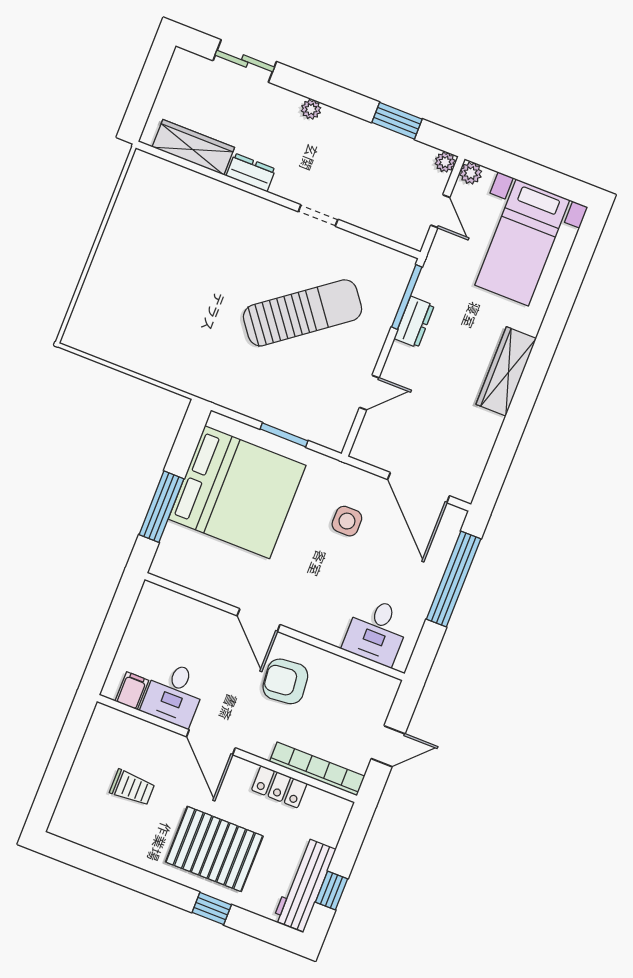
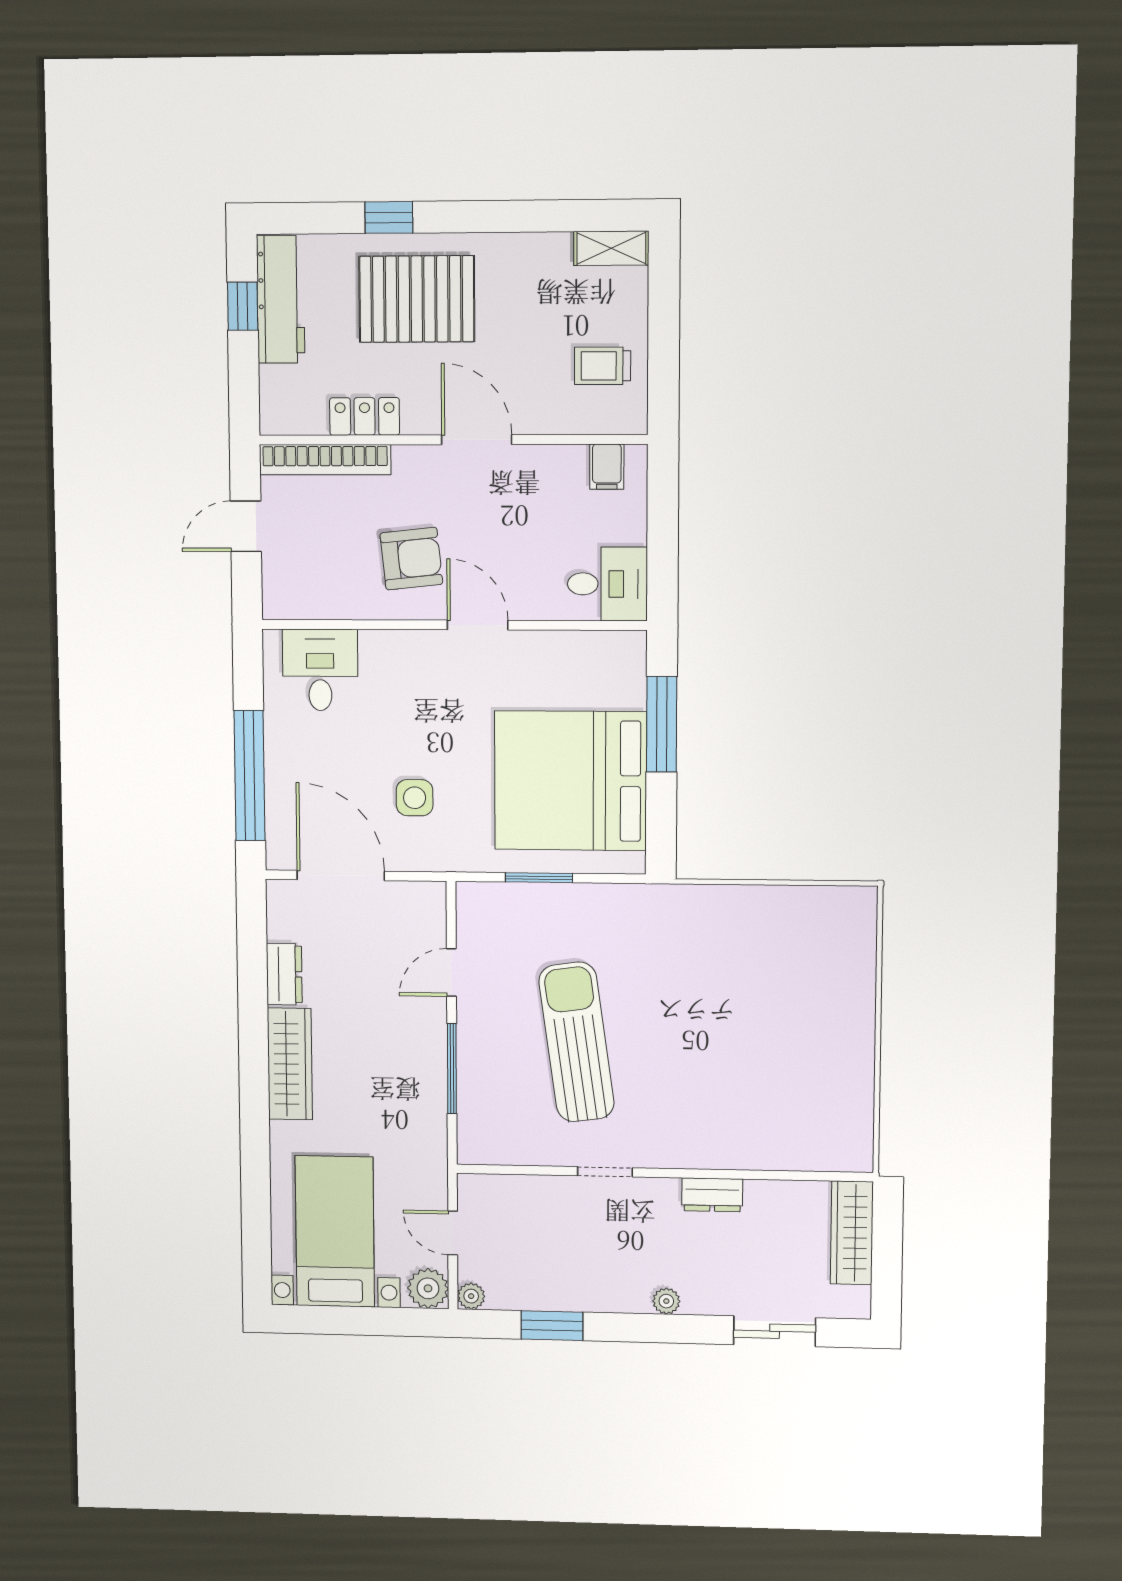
wardrobe: (193, 147) -> (852, 1233), moved, turned 90
plant: (471, 173) -> (428, 1288), width x1.38, depth x1.38
window: (407, 297) -> (452, 1069), moved
sun lounger: (303, 313) -> (576, 1042), turned 119
dresser: (414, 322) -> (284, 974), moved, turned 180
desk: (174, 694) -> (607, 584), moved, turned 90
trolley: (132, 788) -> (603, 366), moved
shelving: (74, 831) -> (611, 248), added

